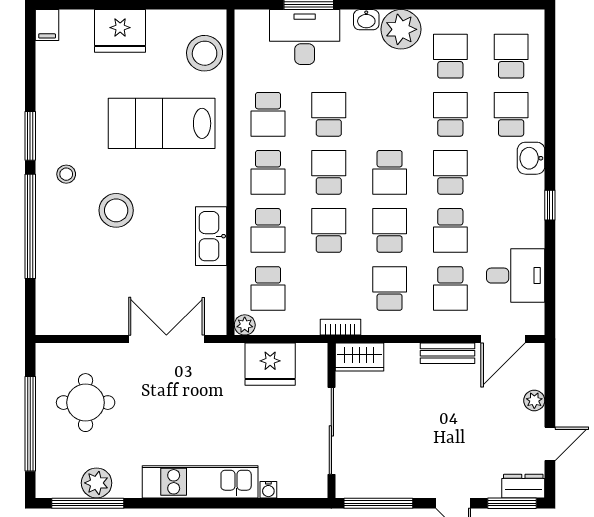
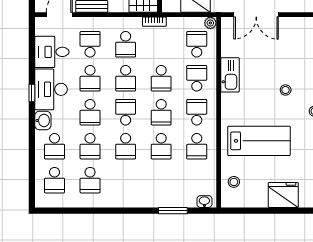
washbasin: (366, 20) -> (204, 202), moved
plant: (401, 29) -> (119, 196), removed
desk: (305, 37) -> (51, 89), moved, turned 90
stool: (205, 53) -> (234, 182), width x0.53, depth x0.53
school desk: (268, 114) -> (197, 146), turned 180
school desk: (390, 114) -> (126, 146), added
stool: (116, 210) -> (286, 90), width x0.53, depth x0.53
school desk: (450, 230) -> (90, 78), turned 180

